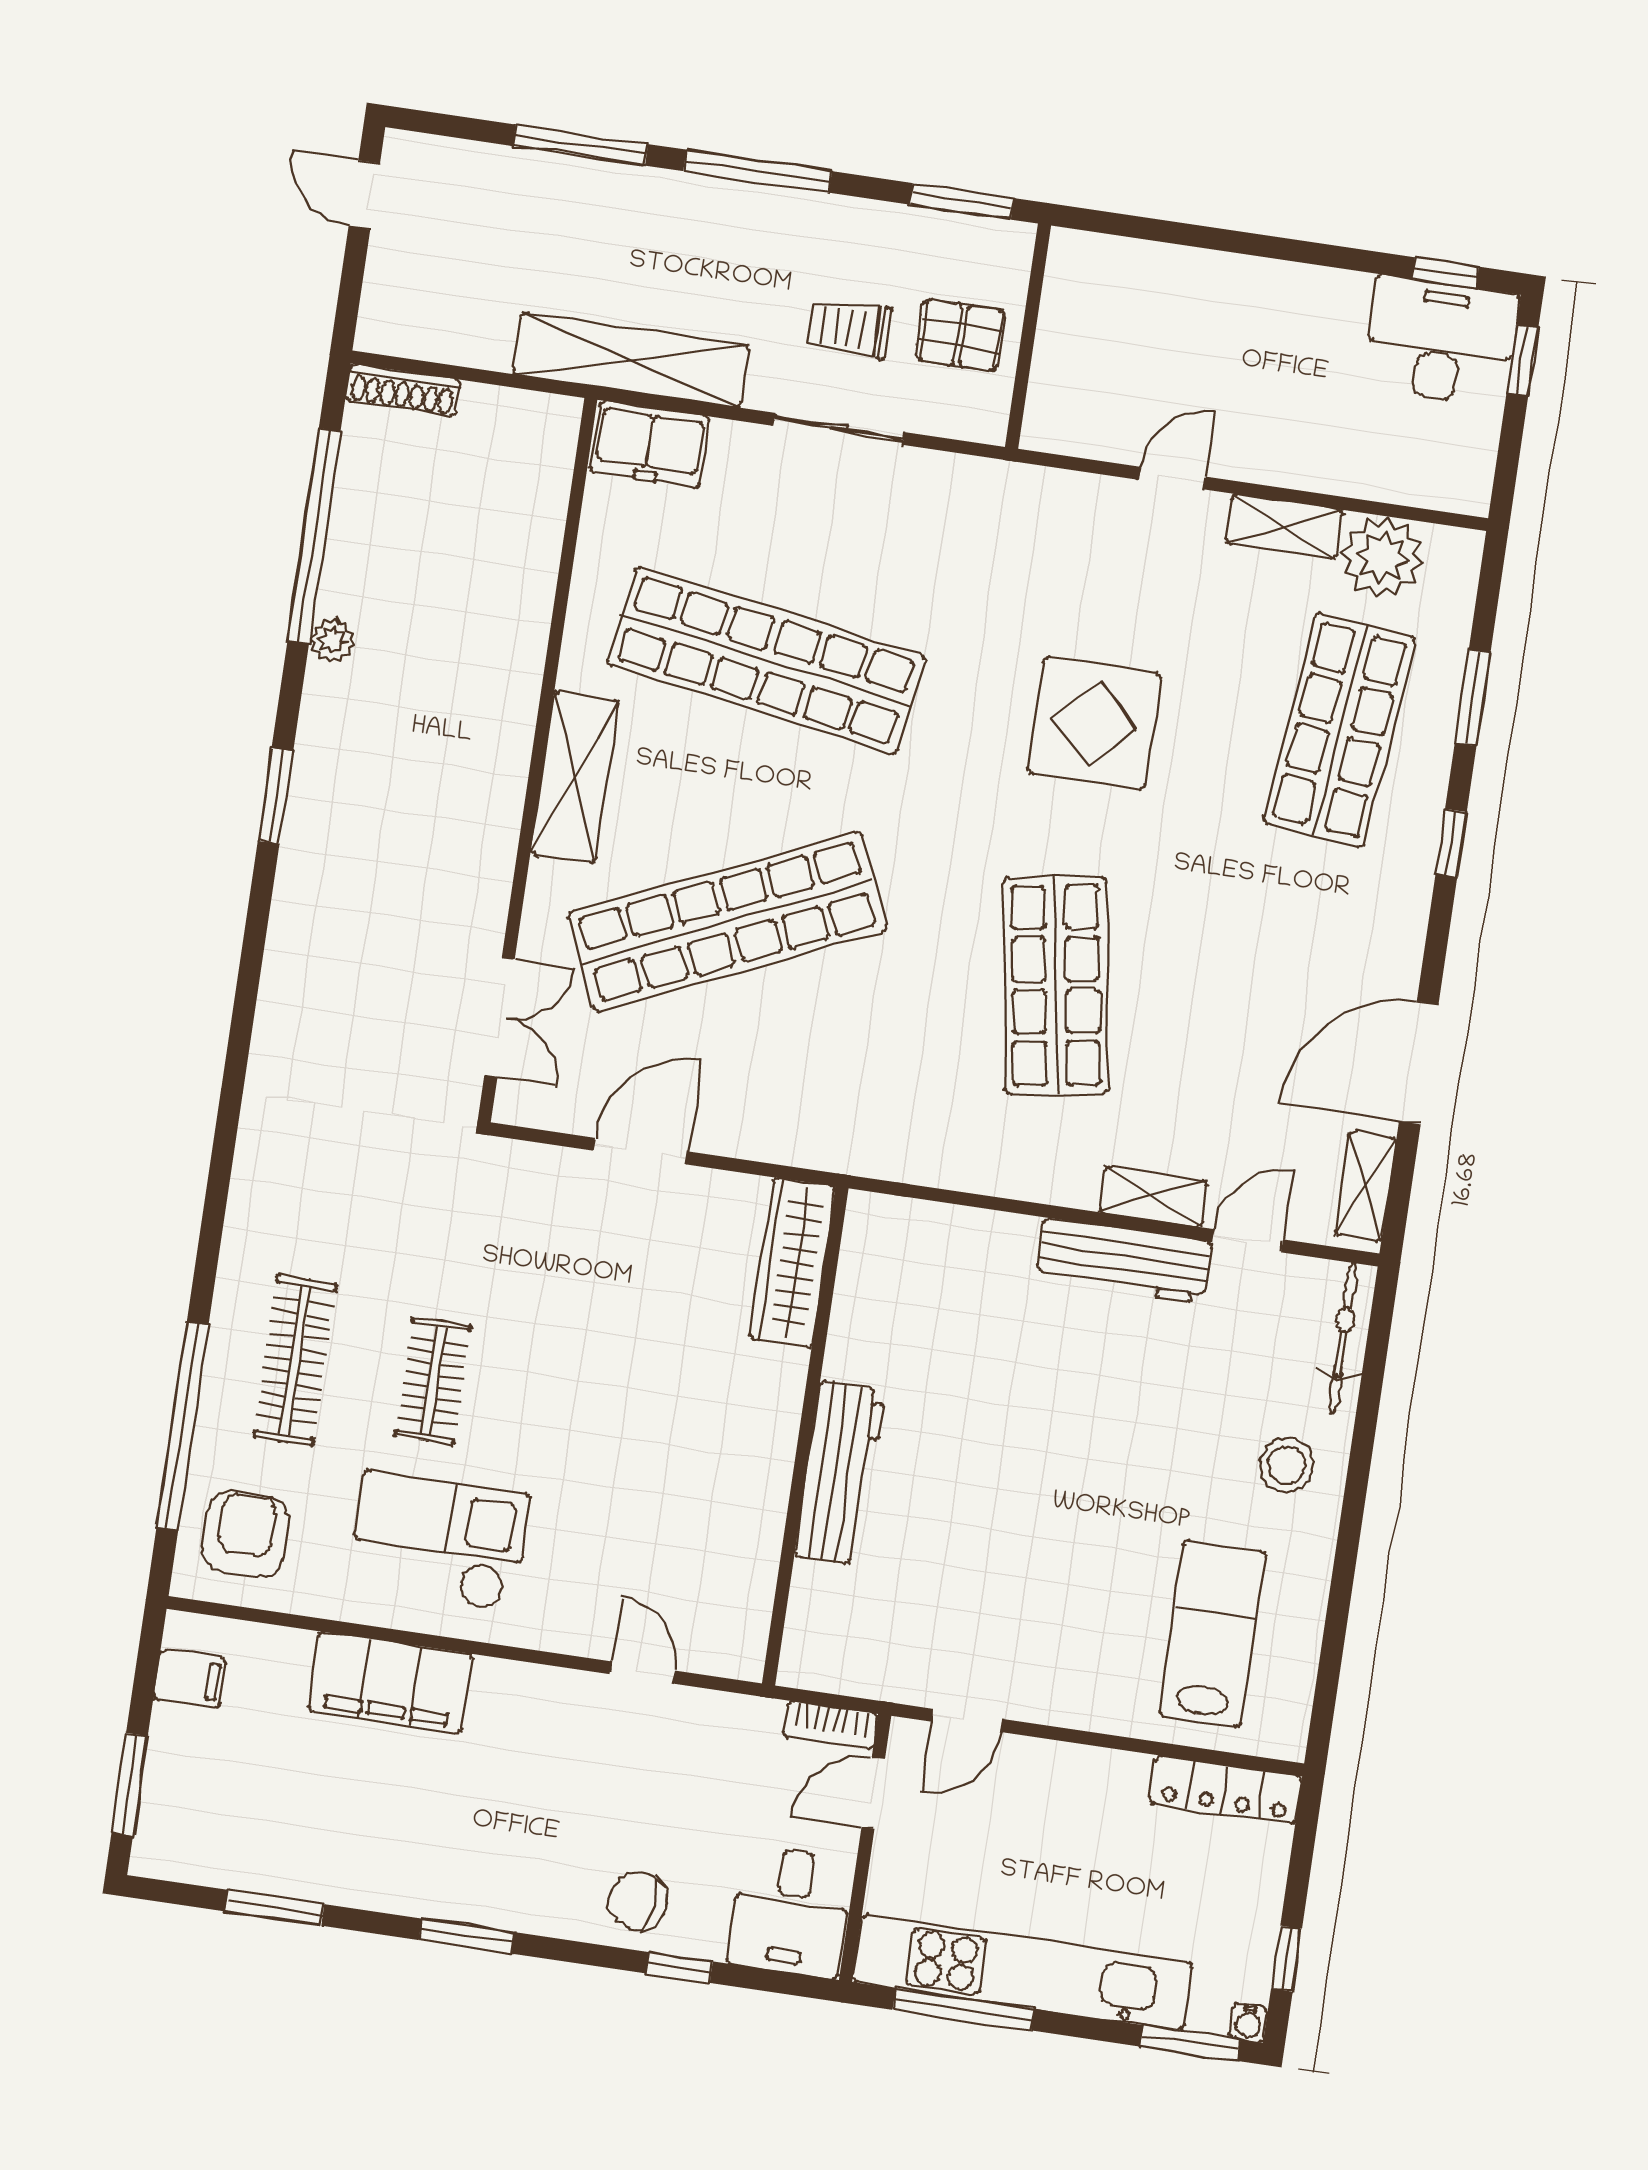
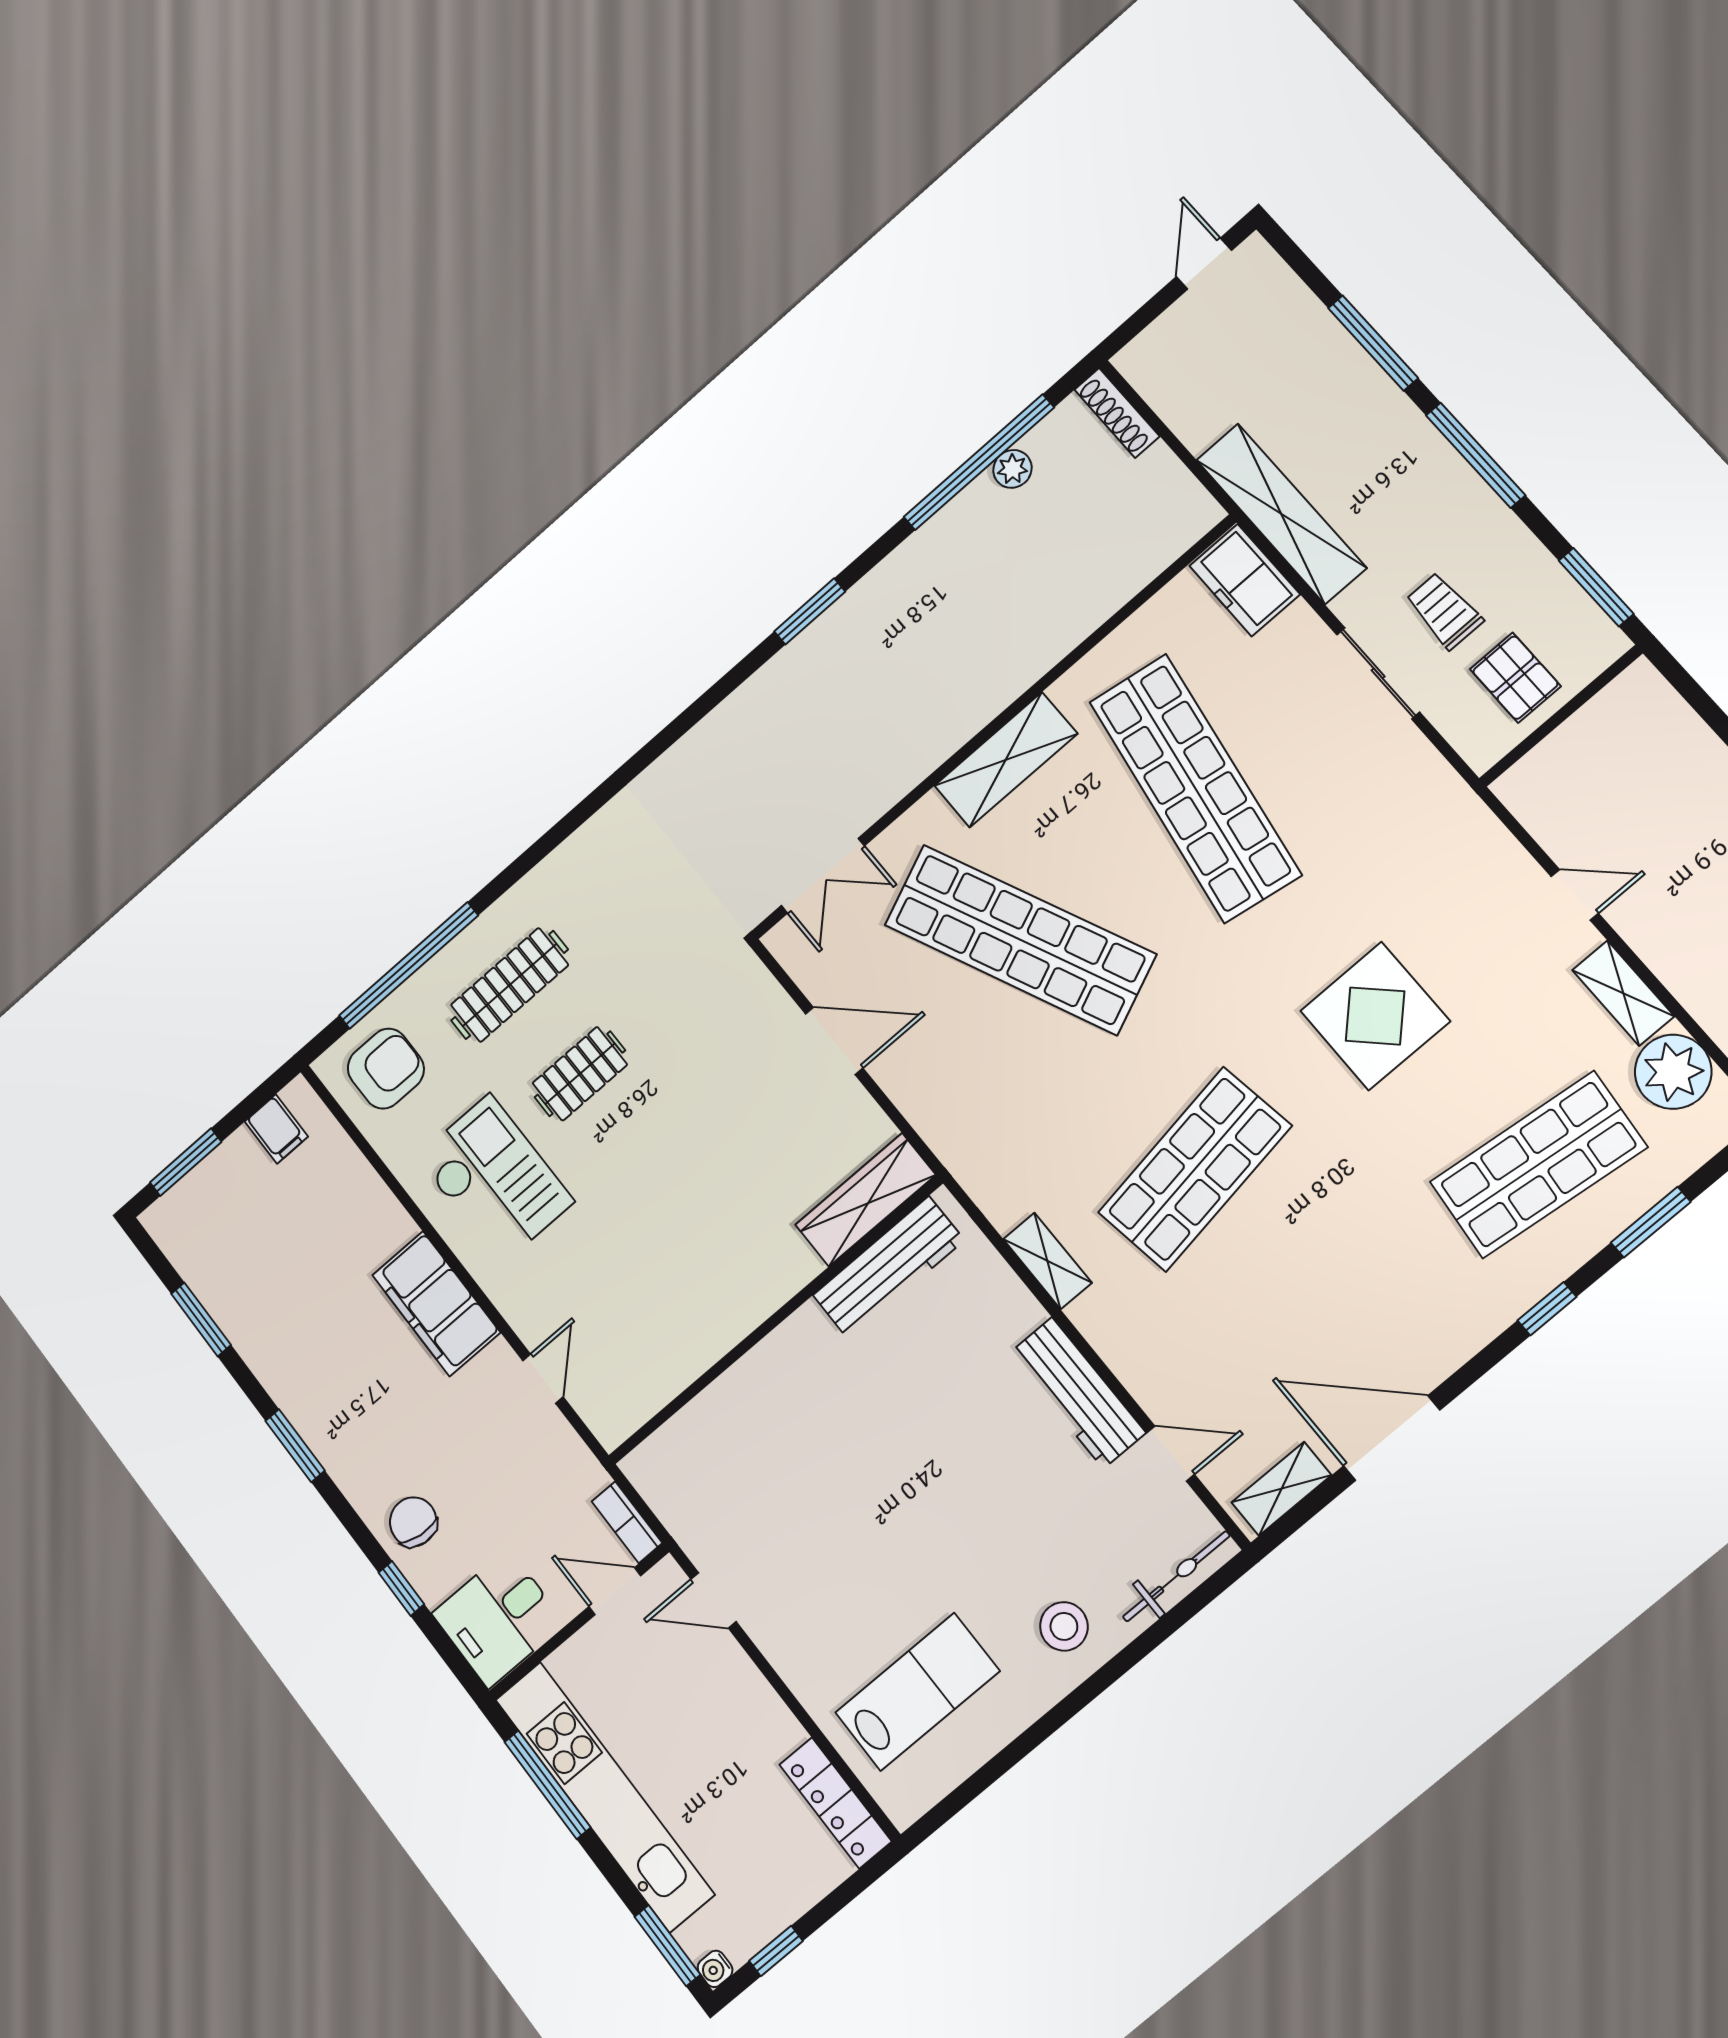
plant: (332, 641) -> (1012, 469), moved
shelving: (1153, 1197) -> (1047, 1261), moved
workbench: (840, 1473) -> (889, 1268), moved
filing cabinet: (390, 1682) -> (436, 1304), moved

